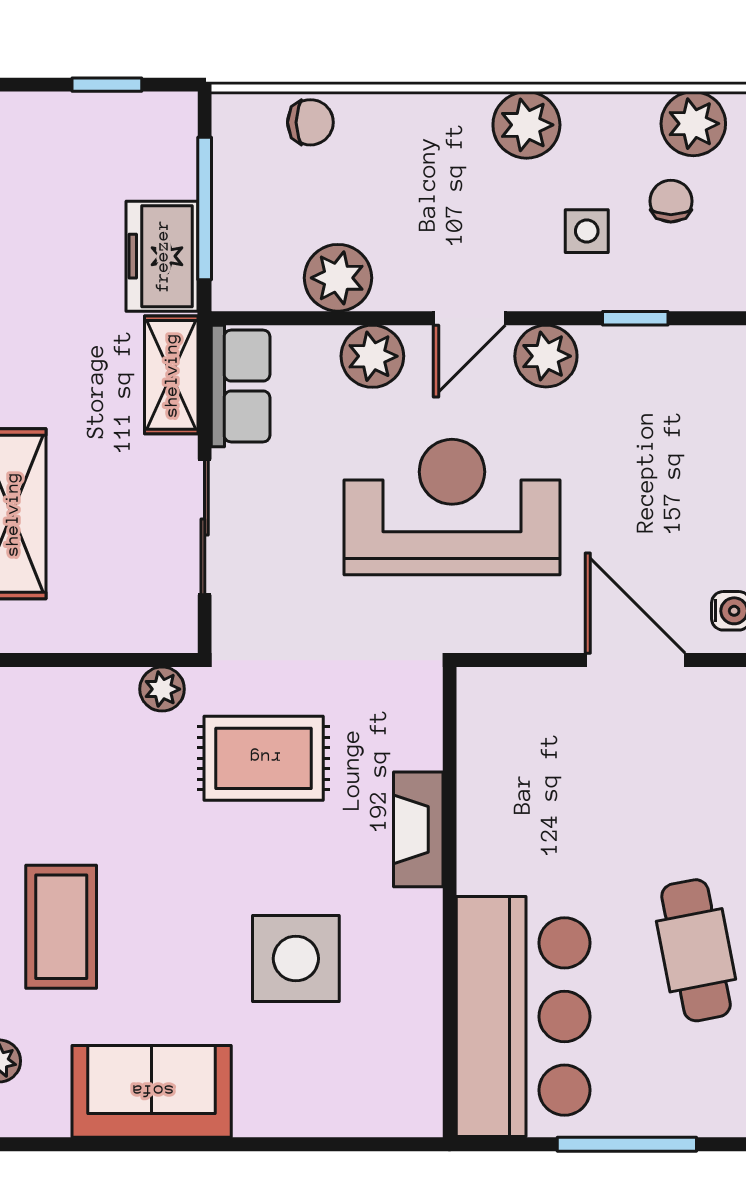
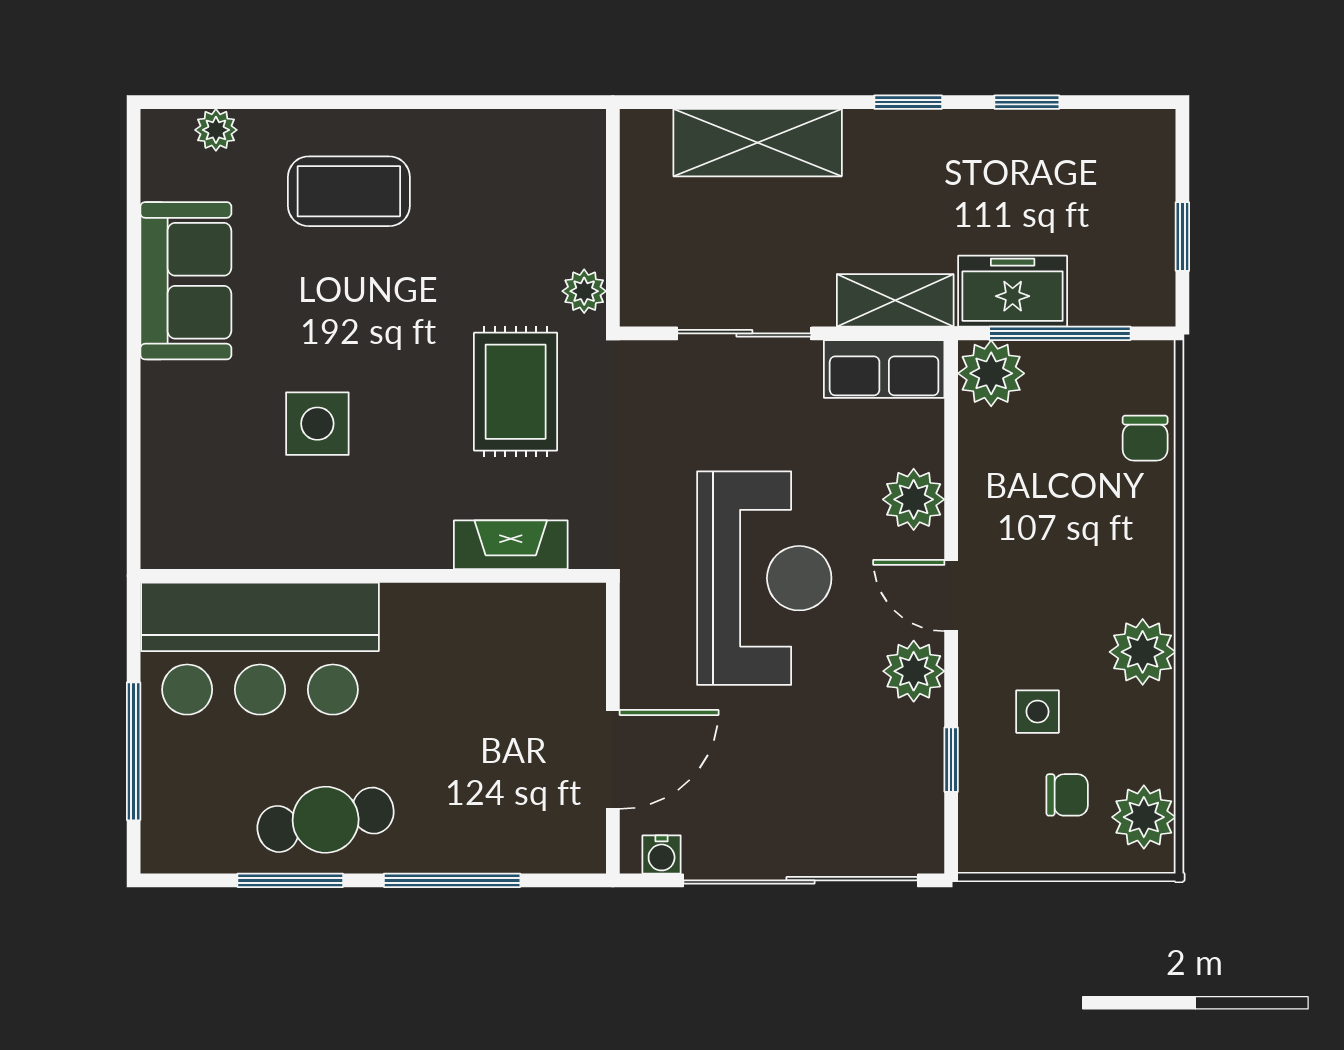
plant: (338, 278) -> (991, 373), moved
fireplace: (418, 829) -> (511, 545), moved
side table: (296, 959) -> (317, 424), width x0.73, depth x0.73

